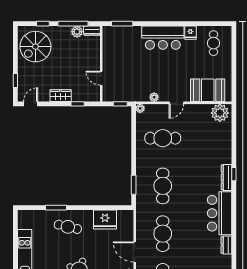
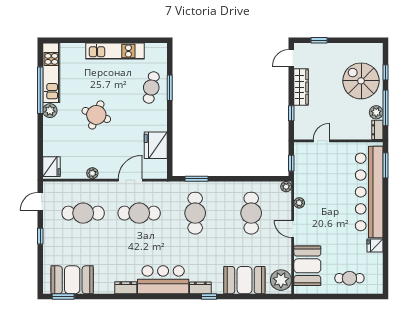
bar counter: (163, 38) -> (369, 192), width x1.86
cafe table: (213, 43) -> (349, 278), moved
spiral stairs: (35, 47) -> (361, 81), moved
wardrobe: (61, 96) -> (301, 87), width x1.50
door: (31, 104) -> (291, 58), swing flipped
booth: (220, 144) -> (244, 280), added
dresser: (226, 177) -> (200, 288), width x0.70
cafe table: (163, 186) -> (195, 213), turned 90
cafe table: (68, 227) -> (151, 88), moved
door: (135, 252) -> (130, 180), moved

